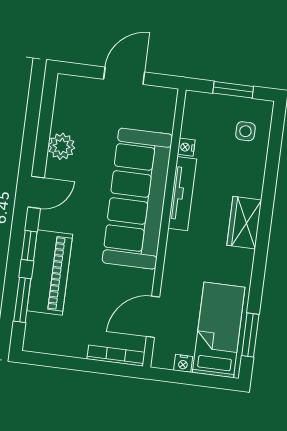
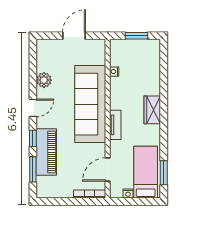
side table: (245, 131) -> (146, 58), removed
tv unit: (182, 194) -> (115, 125), moved, width x0.71

